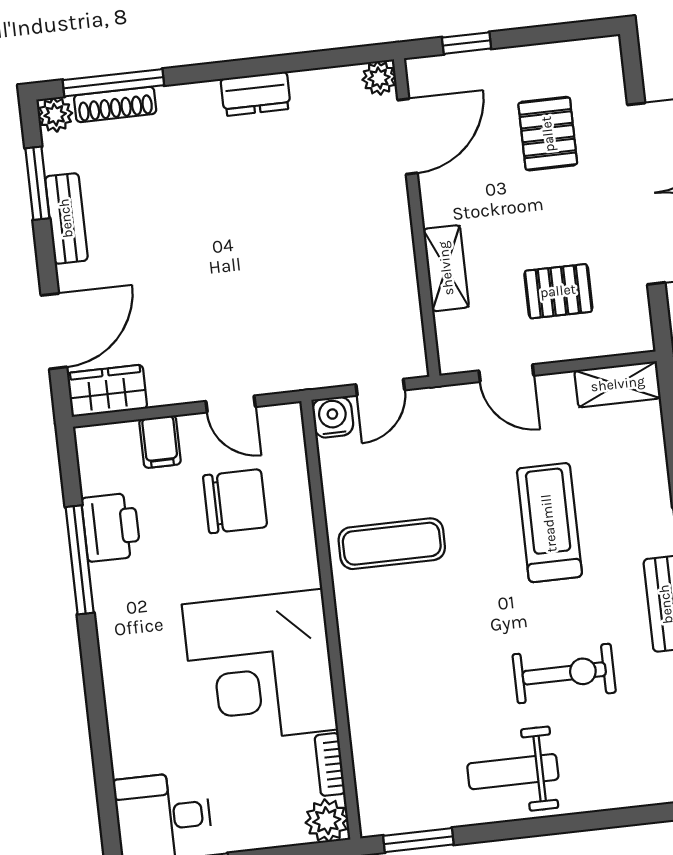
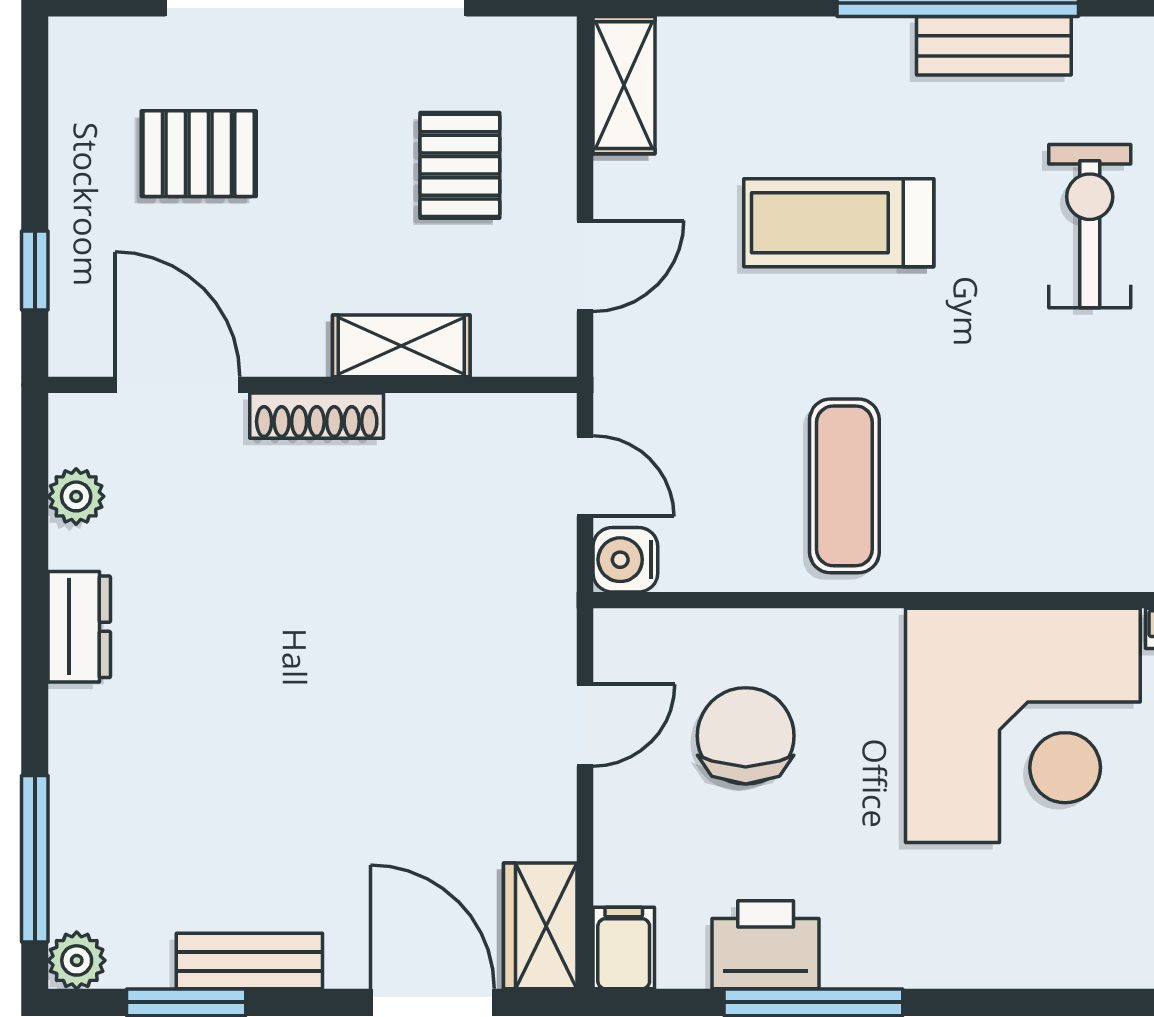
plant: (379, 78) -> (76, 496), moved
shoe rack: (115, 104) -> (317, 416), moved, turned 90
filing cabinet: (160, 442) -> (624, 948), moved, turned -90

